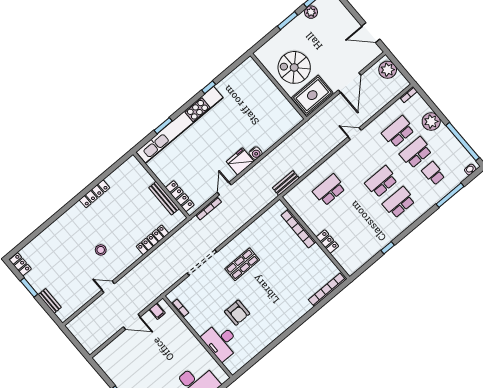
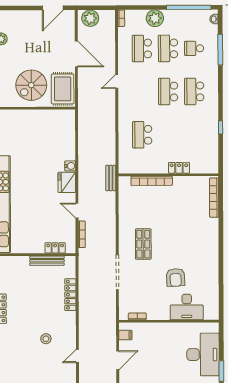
bench: (286, 183) -> (111, 178), moved
locker: (180, 196) -> (55, 248), width x0.66
armchair: (237, 313) -> (176, 277), turned 87

